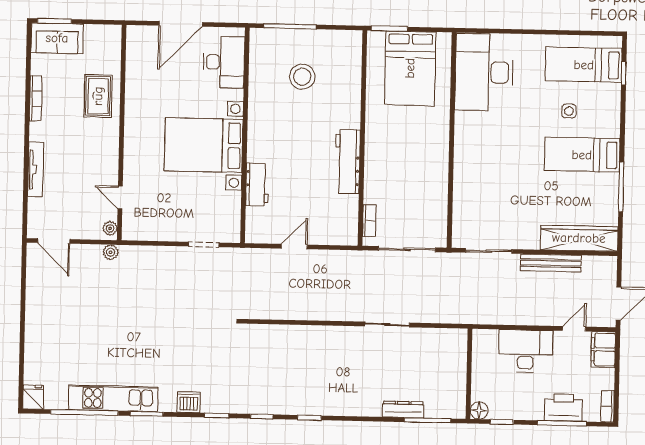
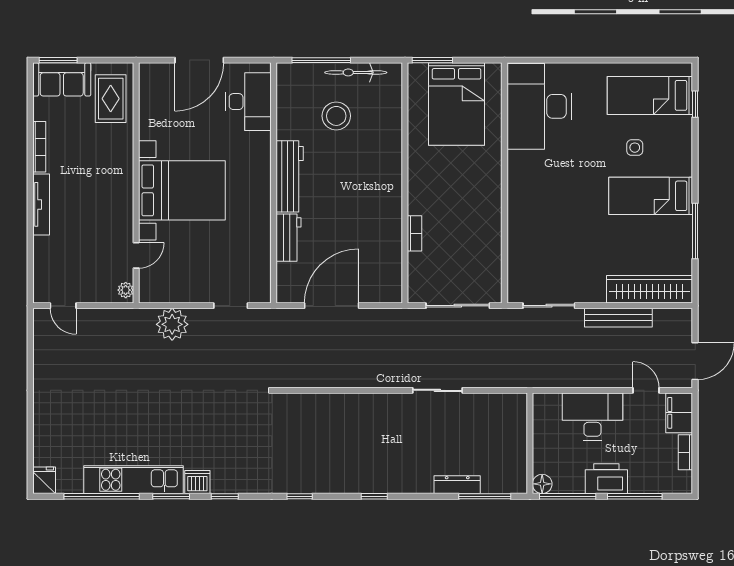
bicycle: (321, 38) -> (356, 72), added
rug: (98, 96) -> (111, 99), moved
bed with nightstands: (204, 145) -> (182, 190), moved, turned 180
workbench: (348, 162) -> (290, 176), moved, turned 180
tv unit: (36, 169) -> (41, 204), moved
door: (120, 198) -> (136, 255), swing flipped
bookcase: (369, 221) -> (415, 233), moved
door: (54, 241) -> (63, 306), width x0.73
door: (294, 247) -> (332, 306), width x1.88
plant: (111, 252) -> (172, 324), moved, width x1.88, depth x1.88
door: (574, 329) -> (646, 390), hinge flipped
dishwasher: (189, 402) -> (197, 482), moved
bookcase: (608, 406) -> (685, 452), moved
printer: (564, 408) -> (606, 479), moved
window: (217, 415) -> (225, 496), moved
window: (309, 418) -> (374, 496), moved
window: (502, 422) -> (568, 496), width x2.17

